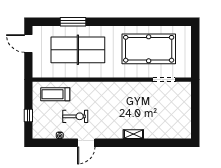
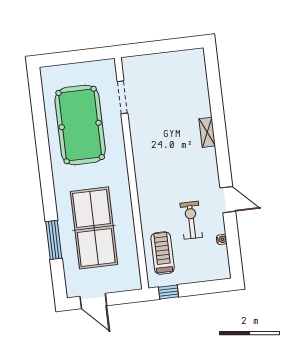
door: (28, 43) -> (93, 301), hinge flipped
treadmill: (55, 94) -> (163, 253), turned 180
window: (28, 115) -> (168, 292), moved

